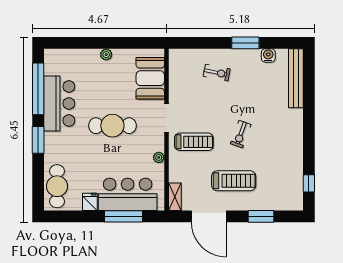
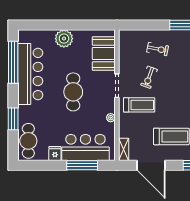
plant: (106, 55) -> (64, 39), width x1.87, depth x1.87
bar counter: (59, 104) -> (30, 74), width x1.36
cafe table: (112, 126) -> (73, 92), turned 90
exercise bike: (241, 134) -> (149, 77), moved
window: (38, 140) -> (13, 119), moved

